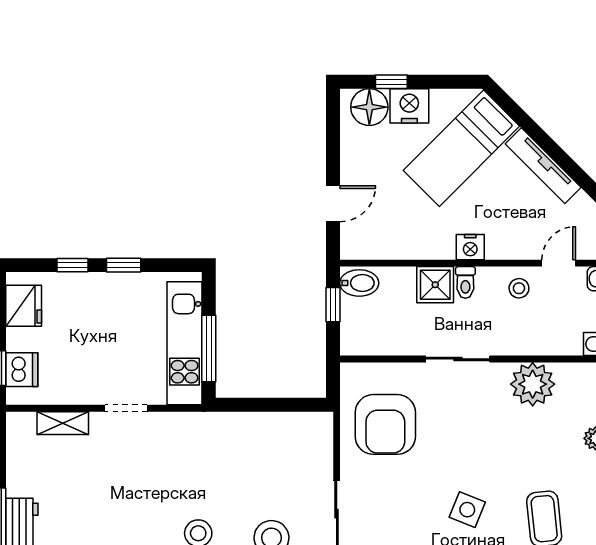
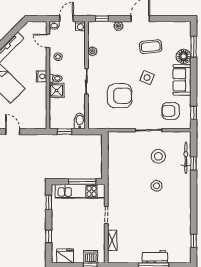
door: (333, 204) -> (13, 132), moved
window: (124, 265) -> (49, 202), moved
bidet: (359, 283) -> (80, 121), moved
plant: (533, 384) -> (92, 51), width x0.53, depth x0.53
armchair: (385, 424) -> (120, 96), moved

